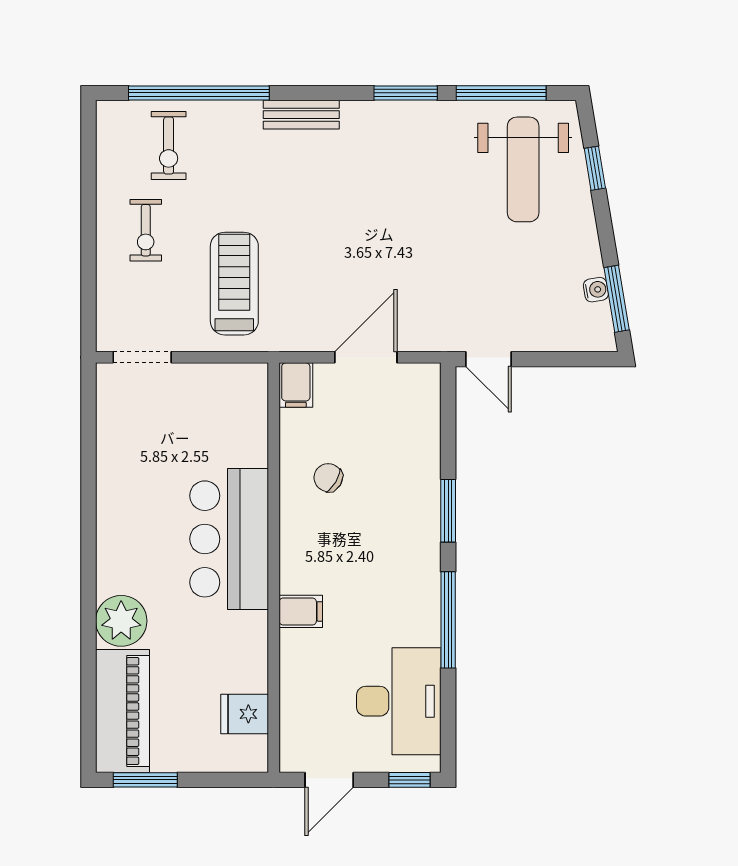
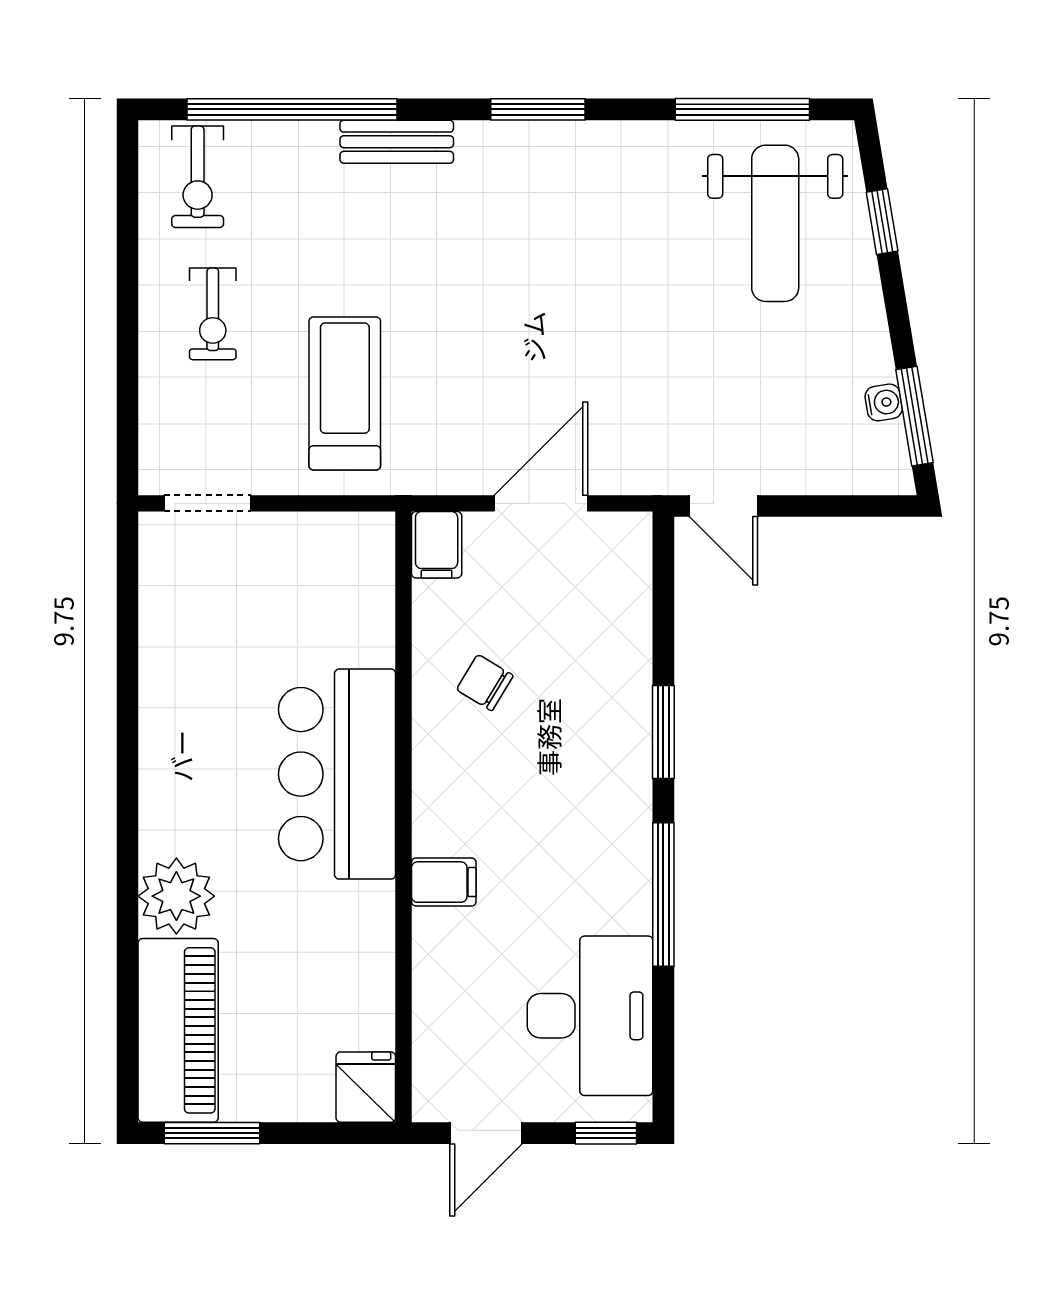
window: (406, 93) -> (538, 109), moved
bench: (301, 115) -> (397, 142), moved
exercise bike: (169, 145) -> (198, 177), moved
fridge: (245, 714) -> (366, 1087), moved, turned 90

